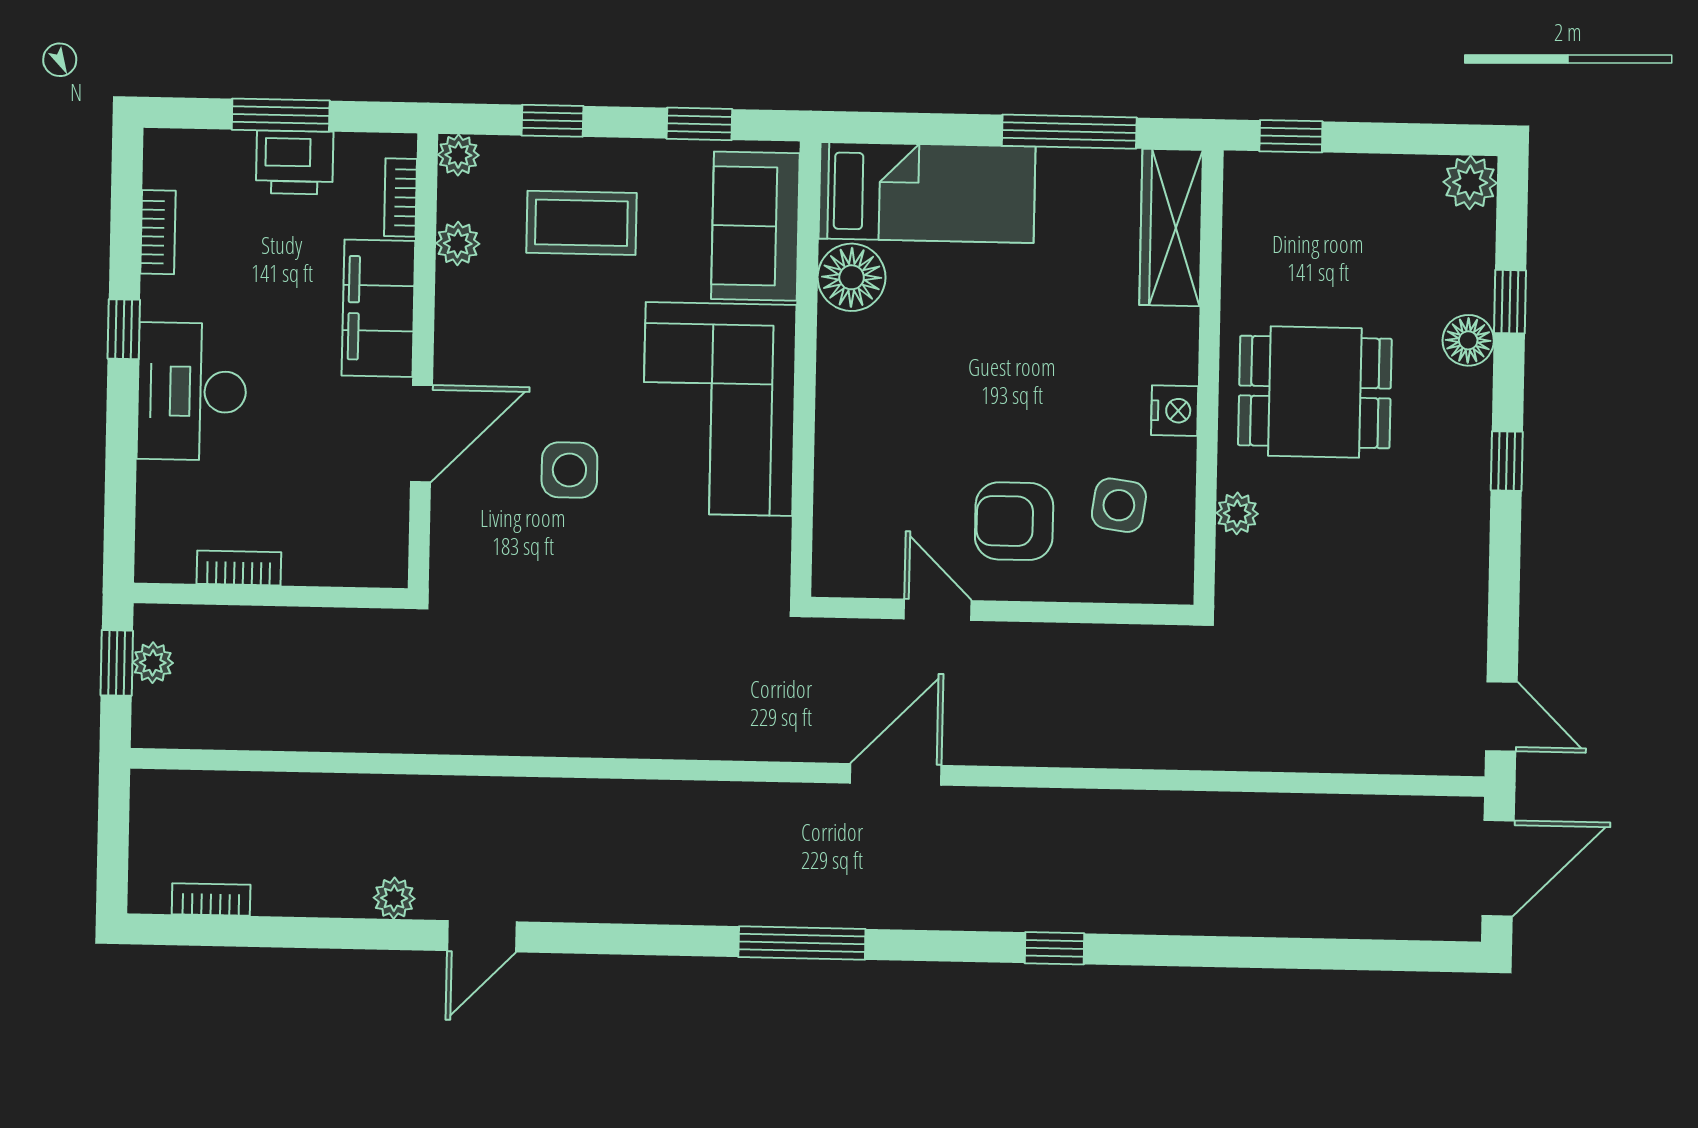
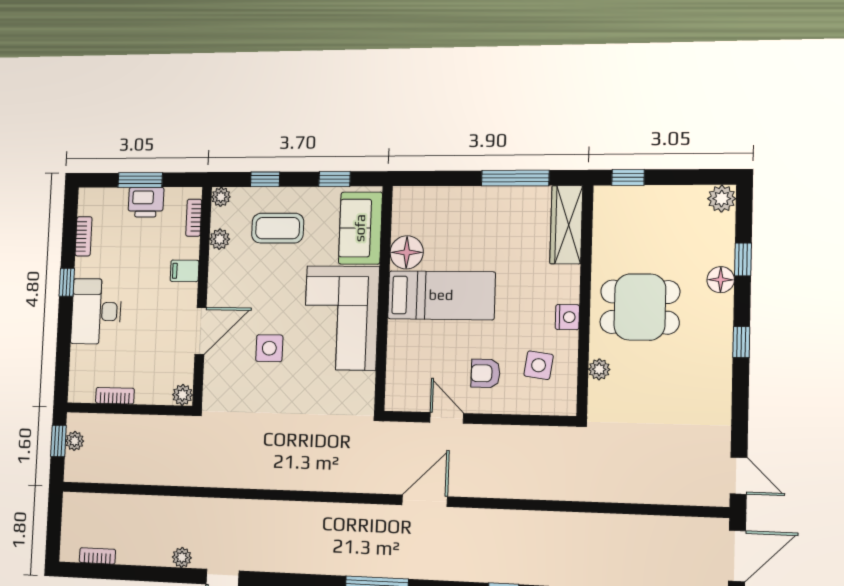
bed: (927, 193) -> (441, 295), moved
filing cabinet: (378, 308) -> (185, 271), width x0.33, depth x0.86
armchair: (1014, 521) -> (485, 373), width x0.72, depth x0.72
plant: (386, 566) -> (183, 395), added

